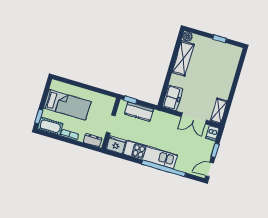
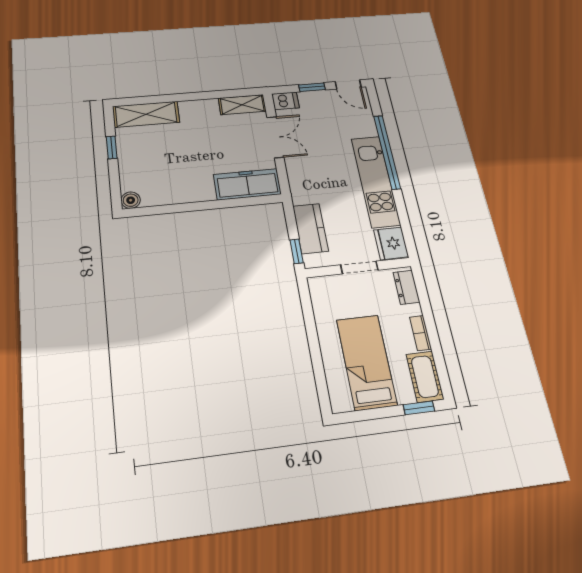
shelving: (183, 58) -> (146, 114), moved
freezer: (172, 98) -> (247, 184), width x1.40

